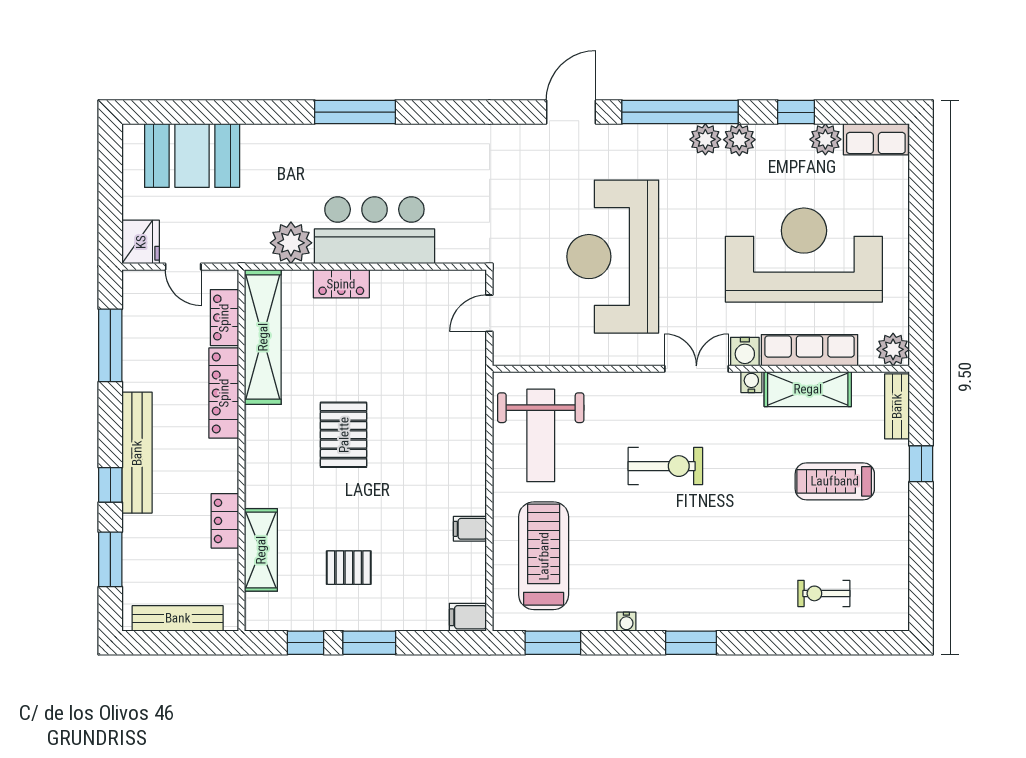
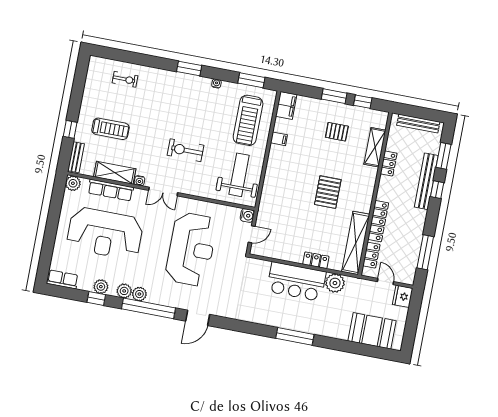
plant: (825, 139) -> (101, 287), moved
water cooler: (745, 352) -> (247, 216), moved, turned 90
bench: (137, 453) -> (426, 181), moved
filing cabinet: (468, 617) -> (286, 105), width x2.00

